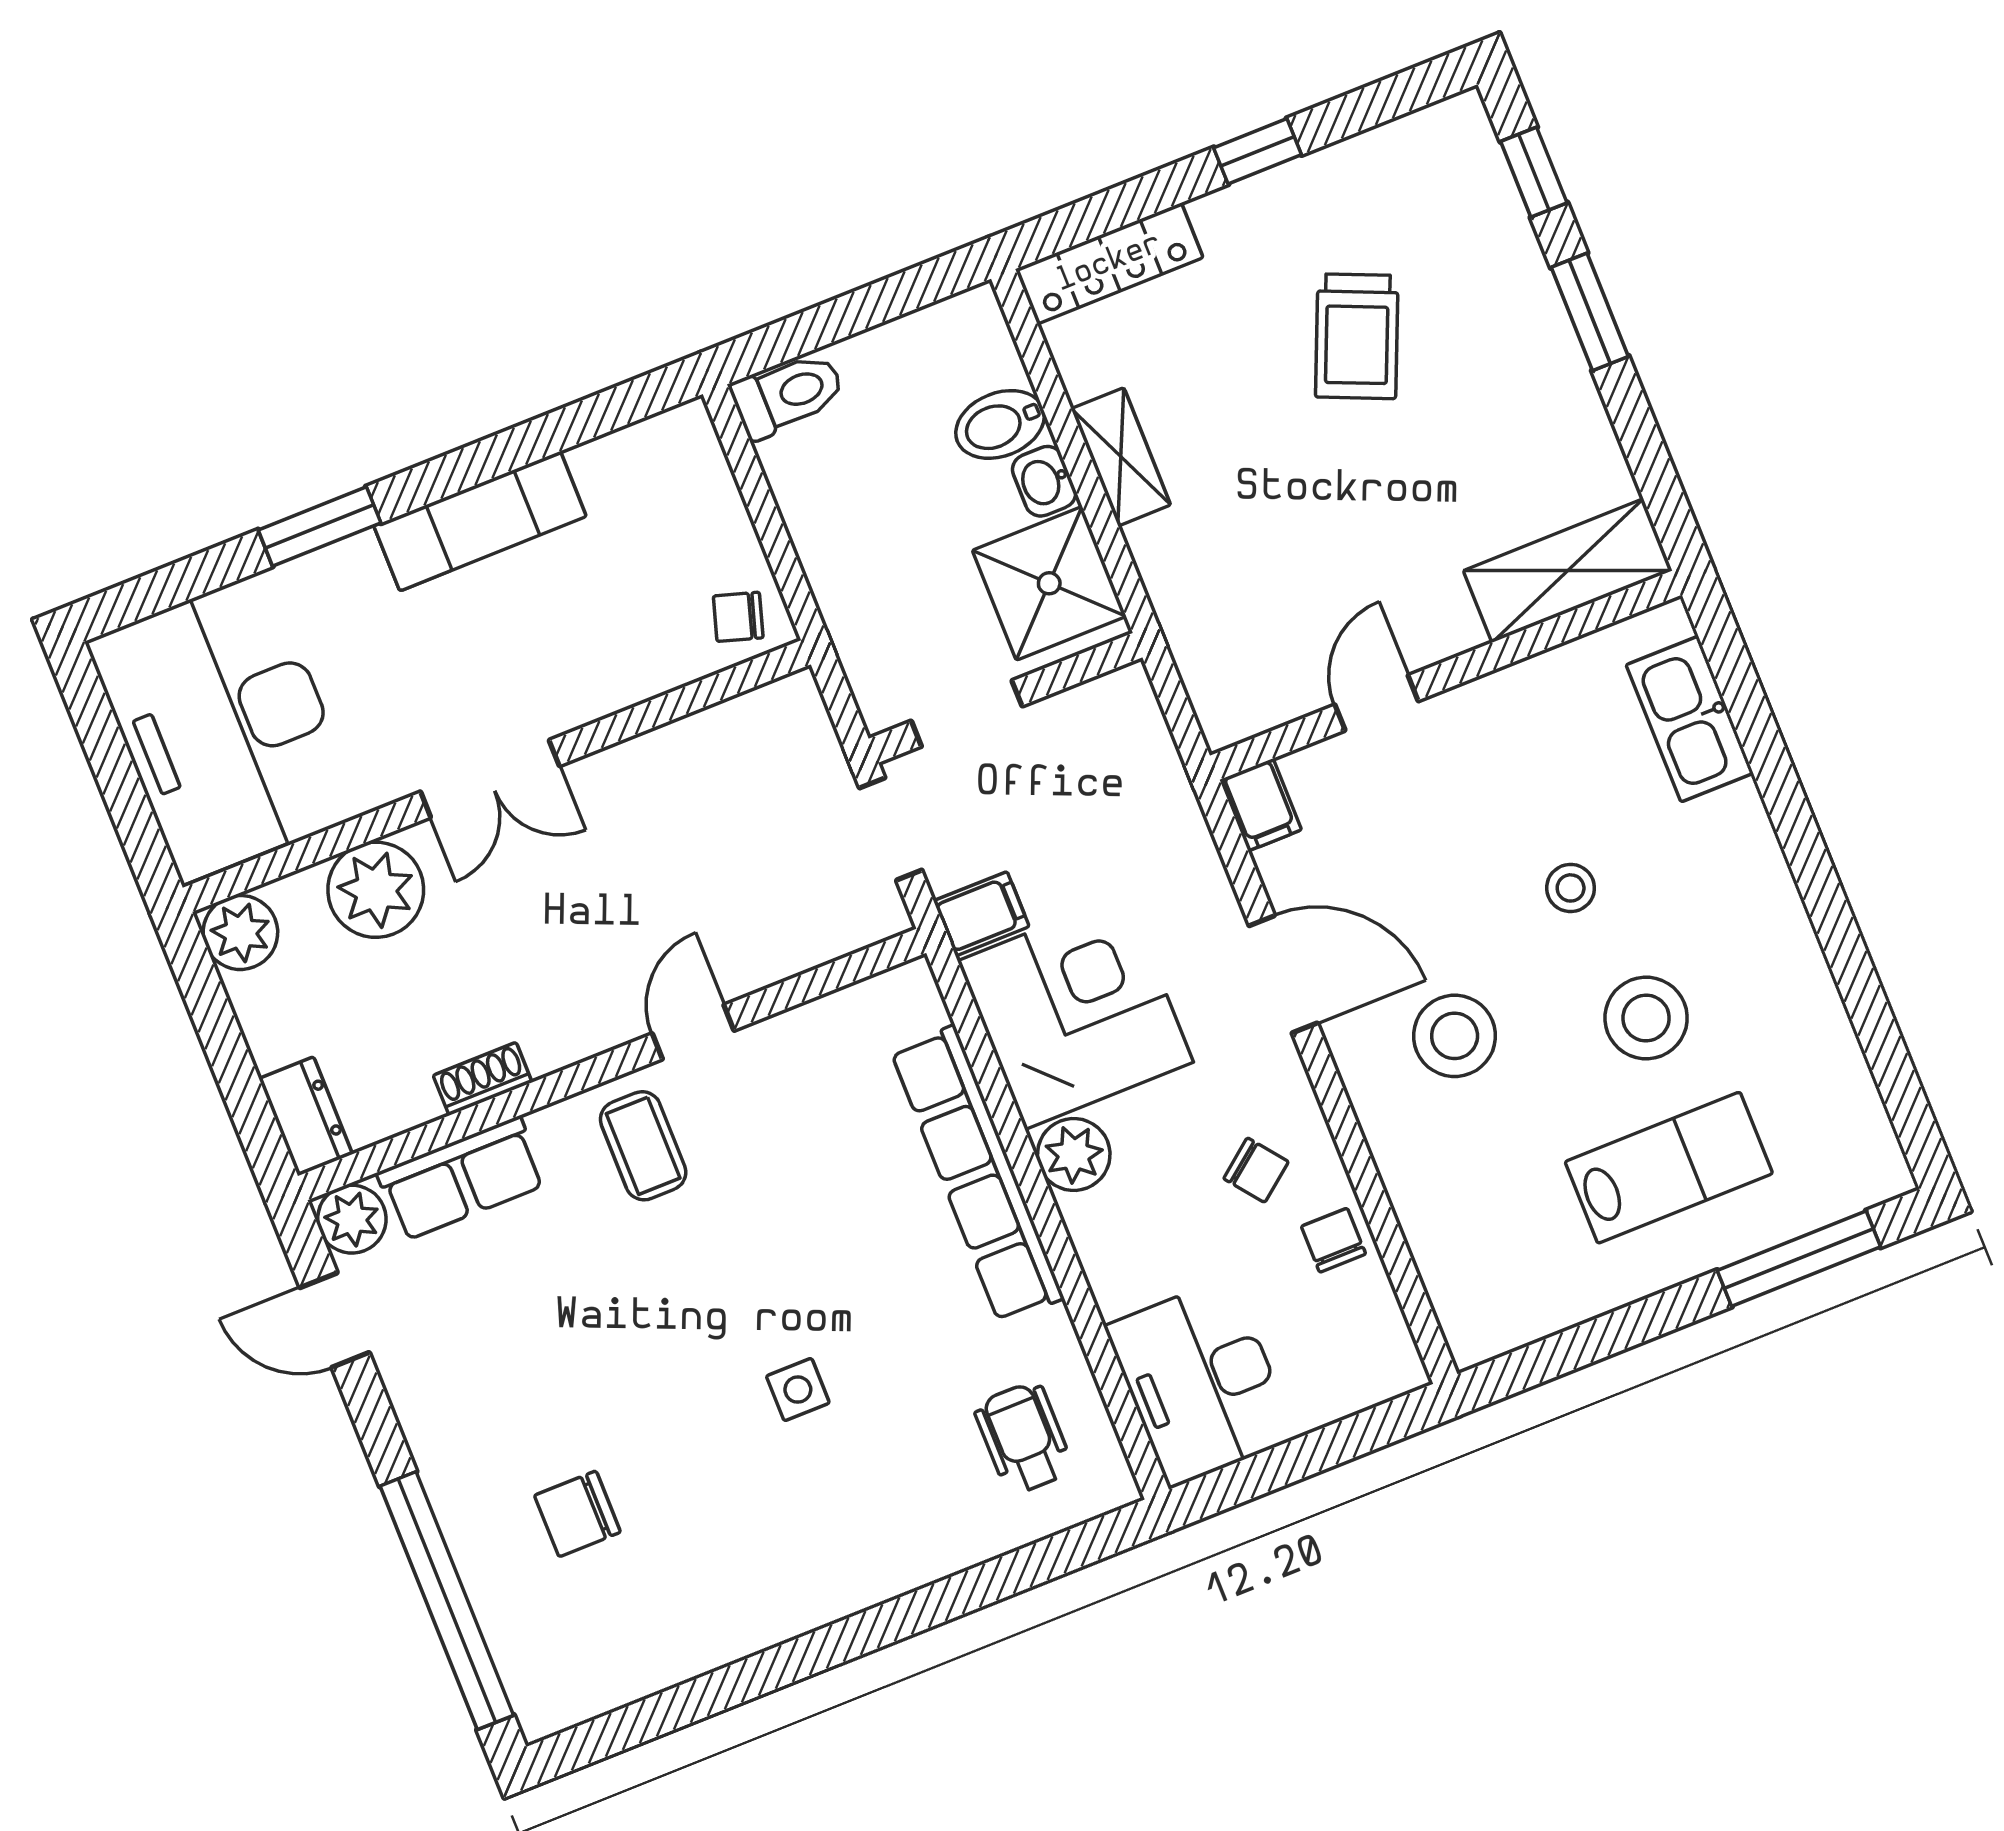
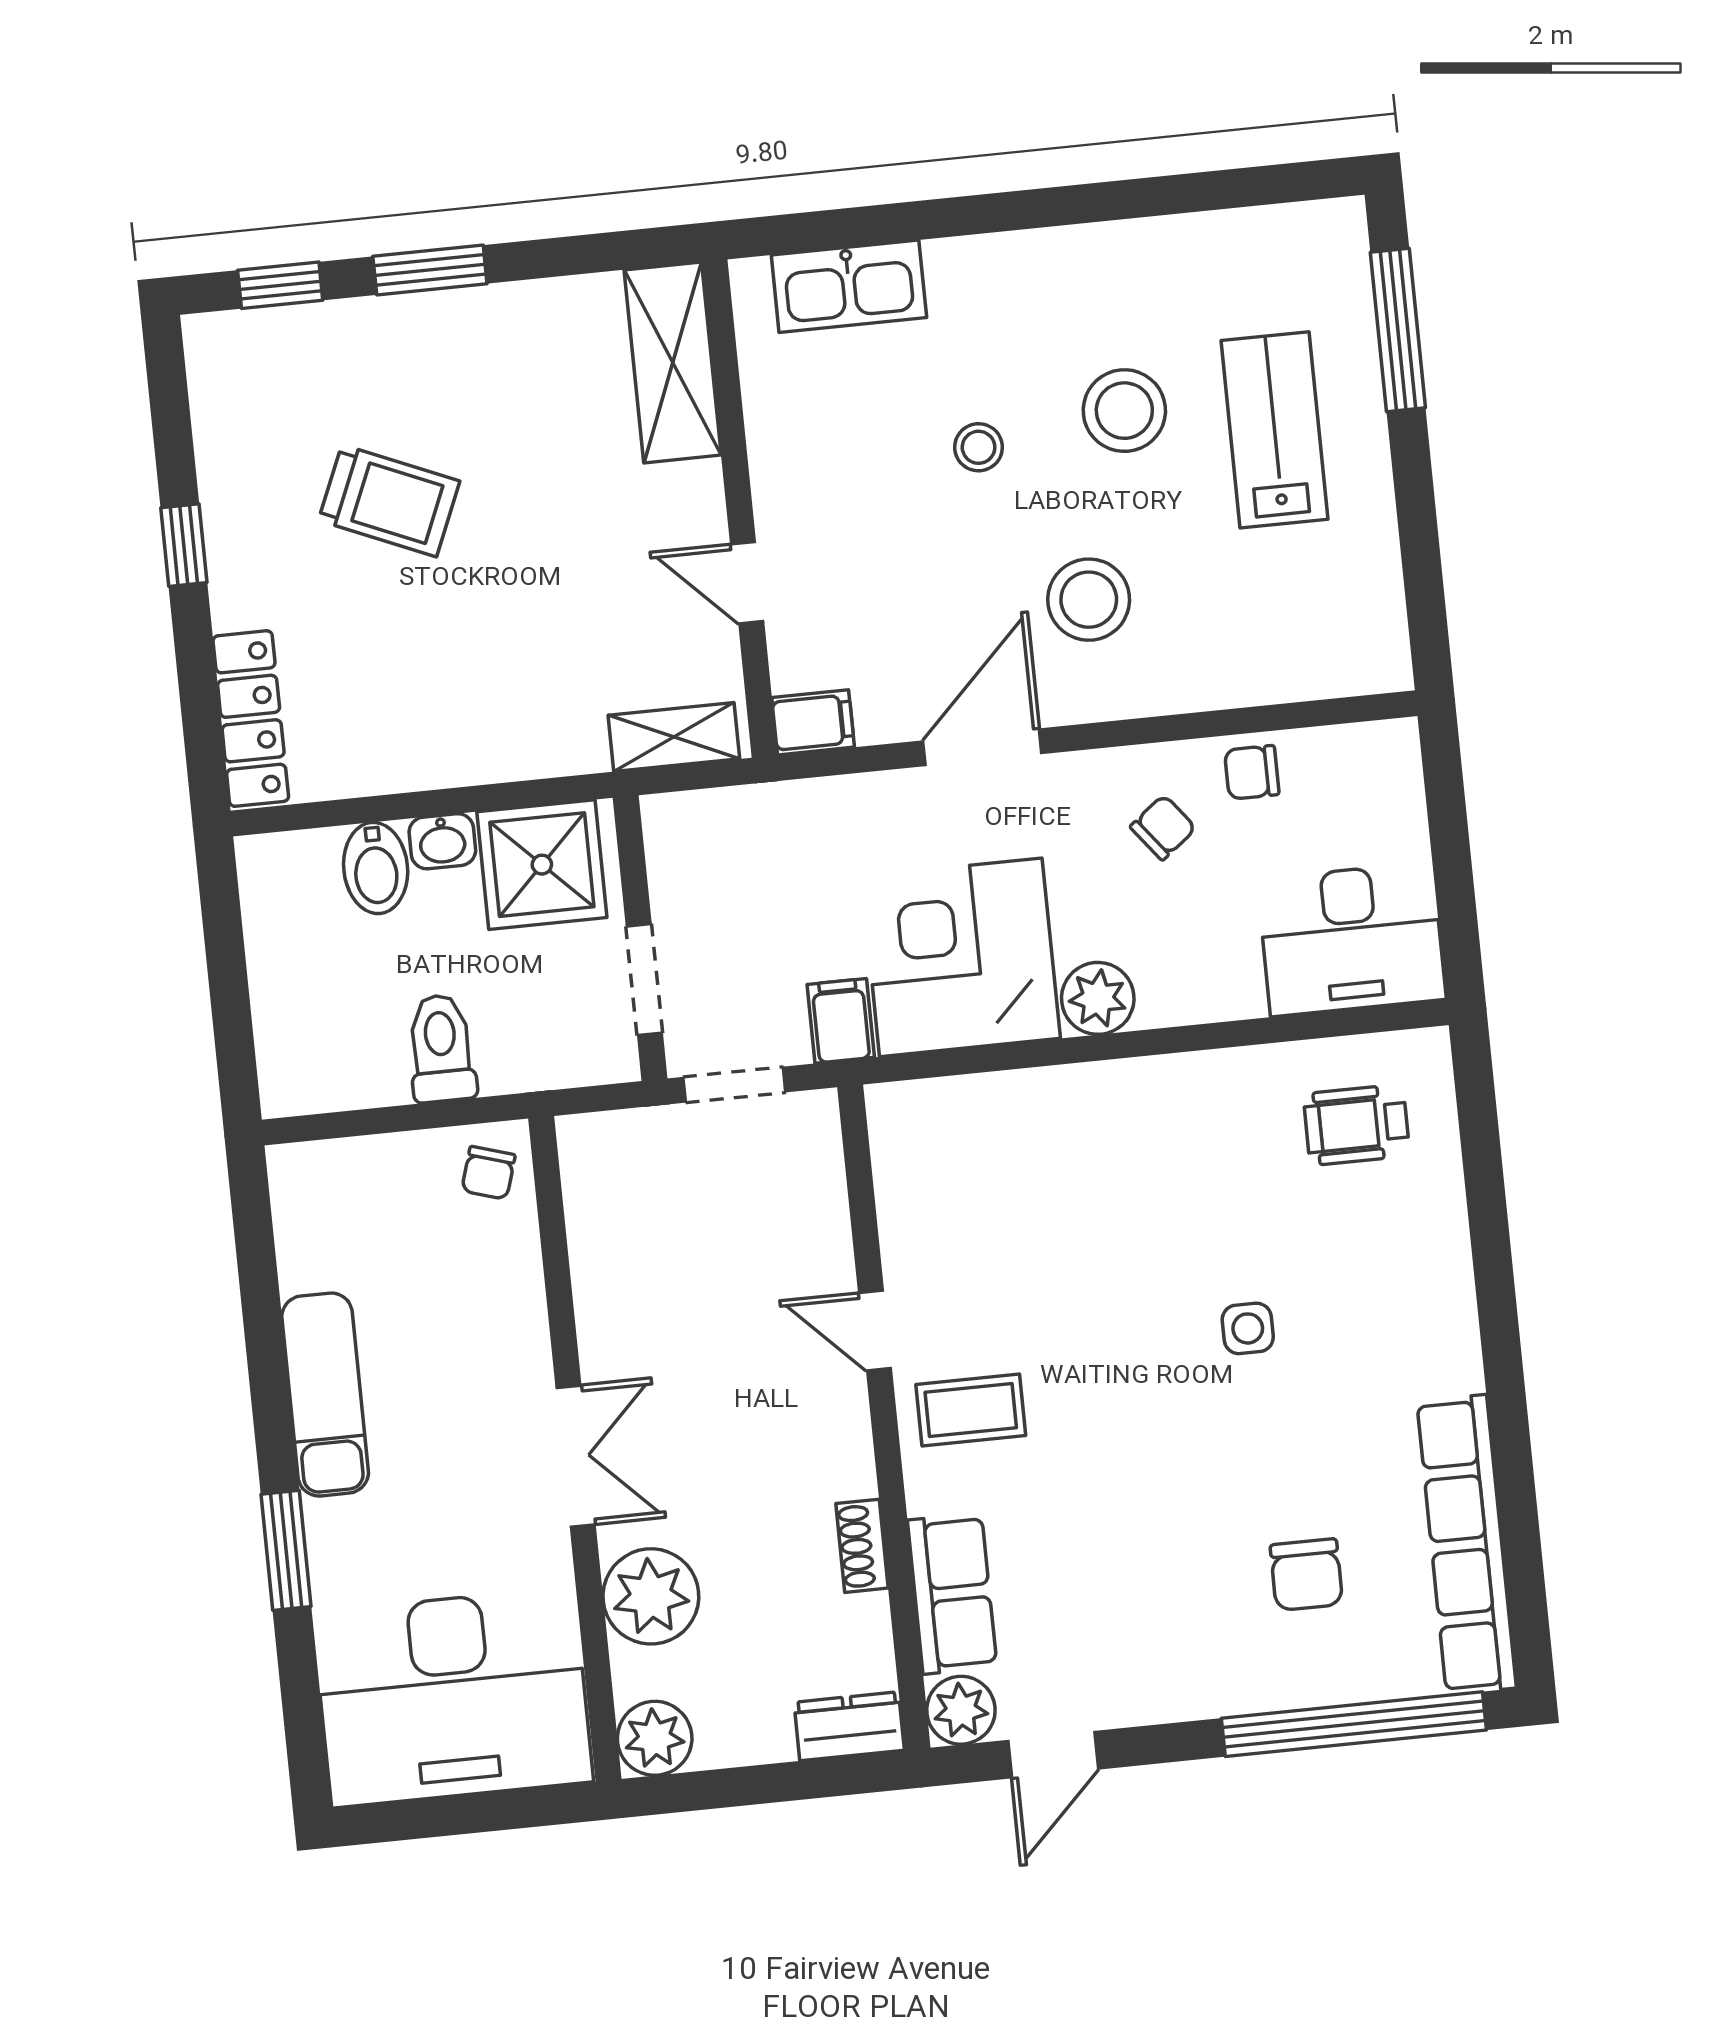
toilet: (788, 395) -> (441, 1048), moved
shelving: (1121, 457) -> (674, 737), moved
row of seats: (977, 1174) -> (1466, 1545), moved, turned 90

